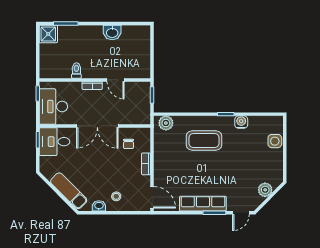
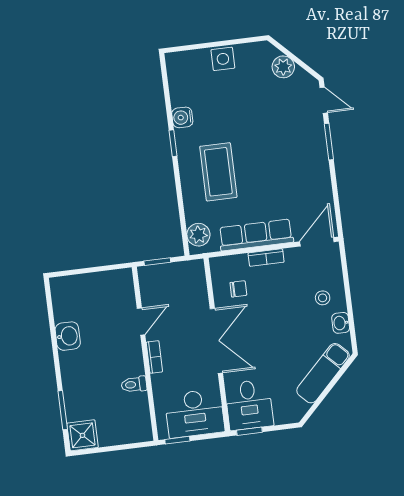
side table: (275, 141) -> (223, 59), moved
row of seats: (203, 204) -> (256, 235), moved, turned 90

